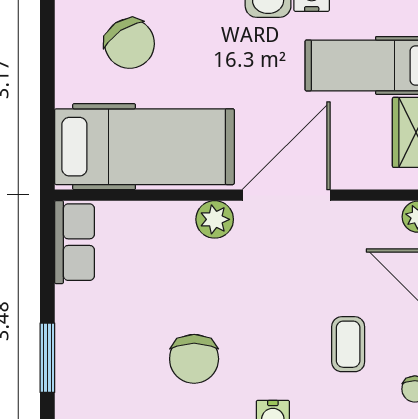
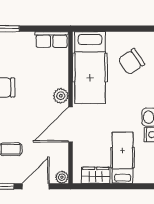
door: (286, 195) -> (71, 124), swing flipped

